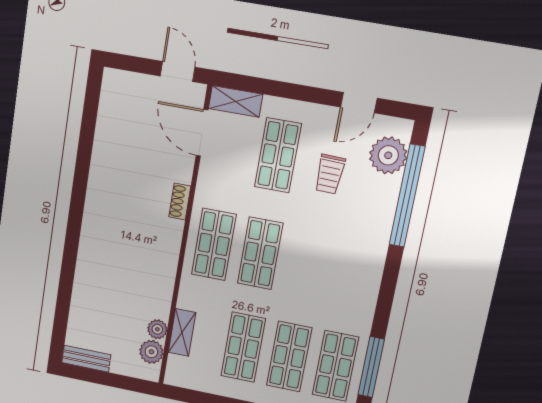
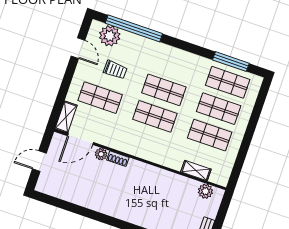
door: (178, 72) -> (39, 161), moved
shop shelf: (214, 244) -> (164, 90), moved
plant: (157, 329) -> (101, 154), moved

